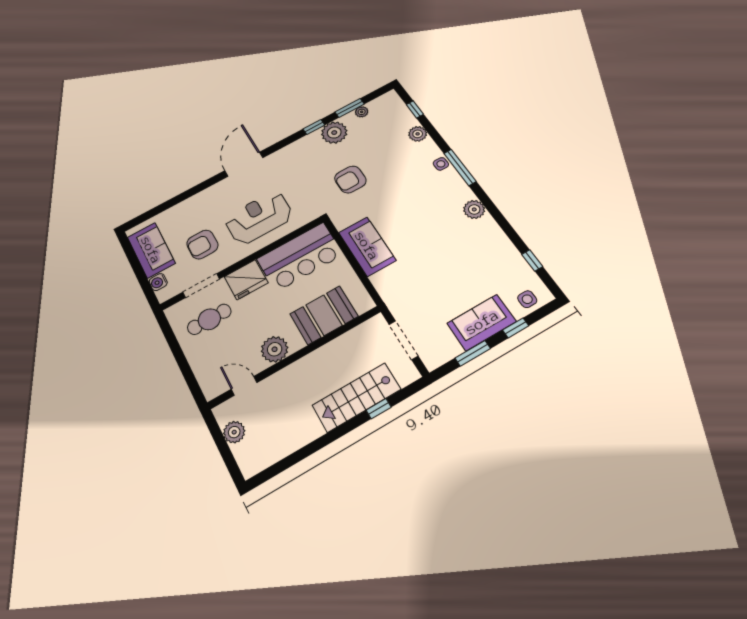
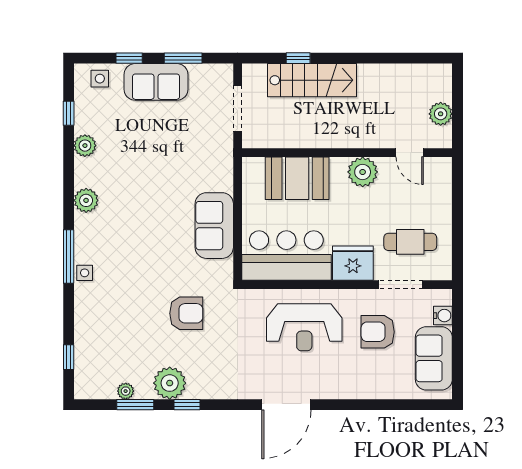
plant: (418, 134) -> (85, 146), moved
armchair: (202, 244) -> (378, 332), turned 180

